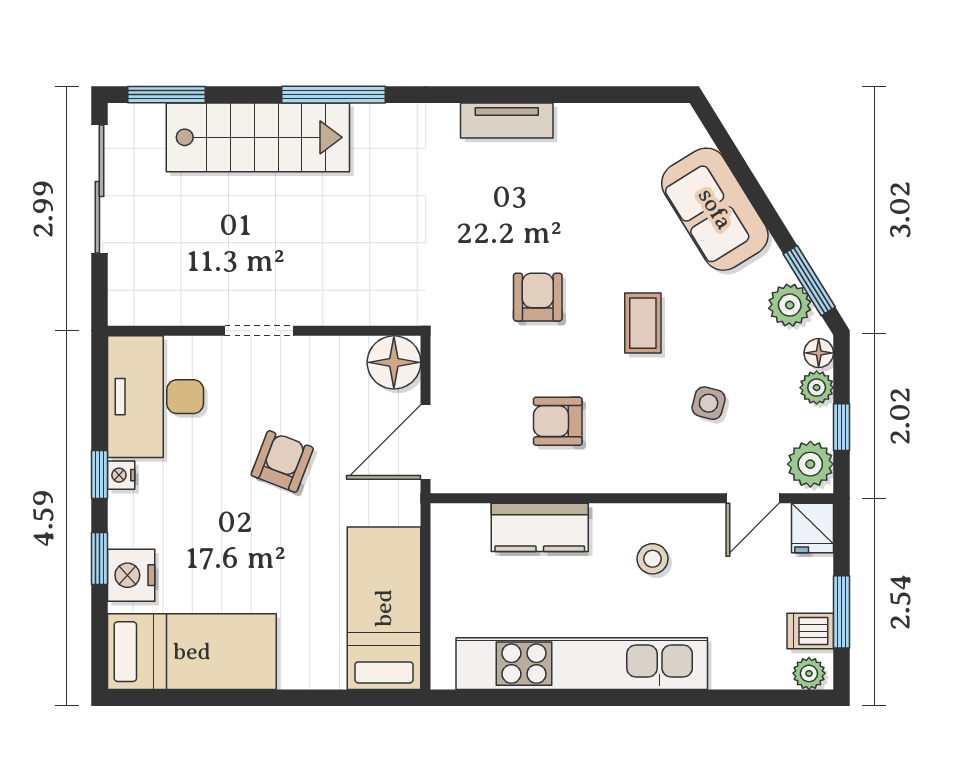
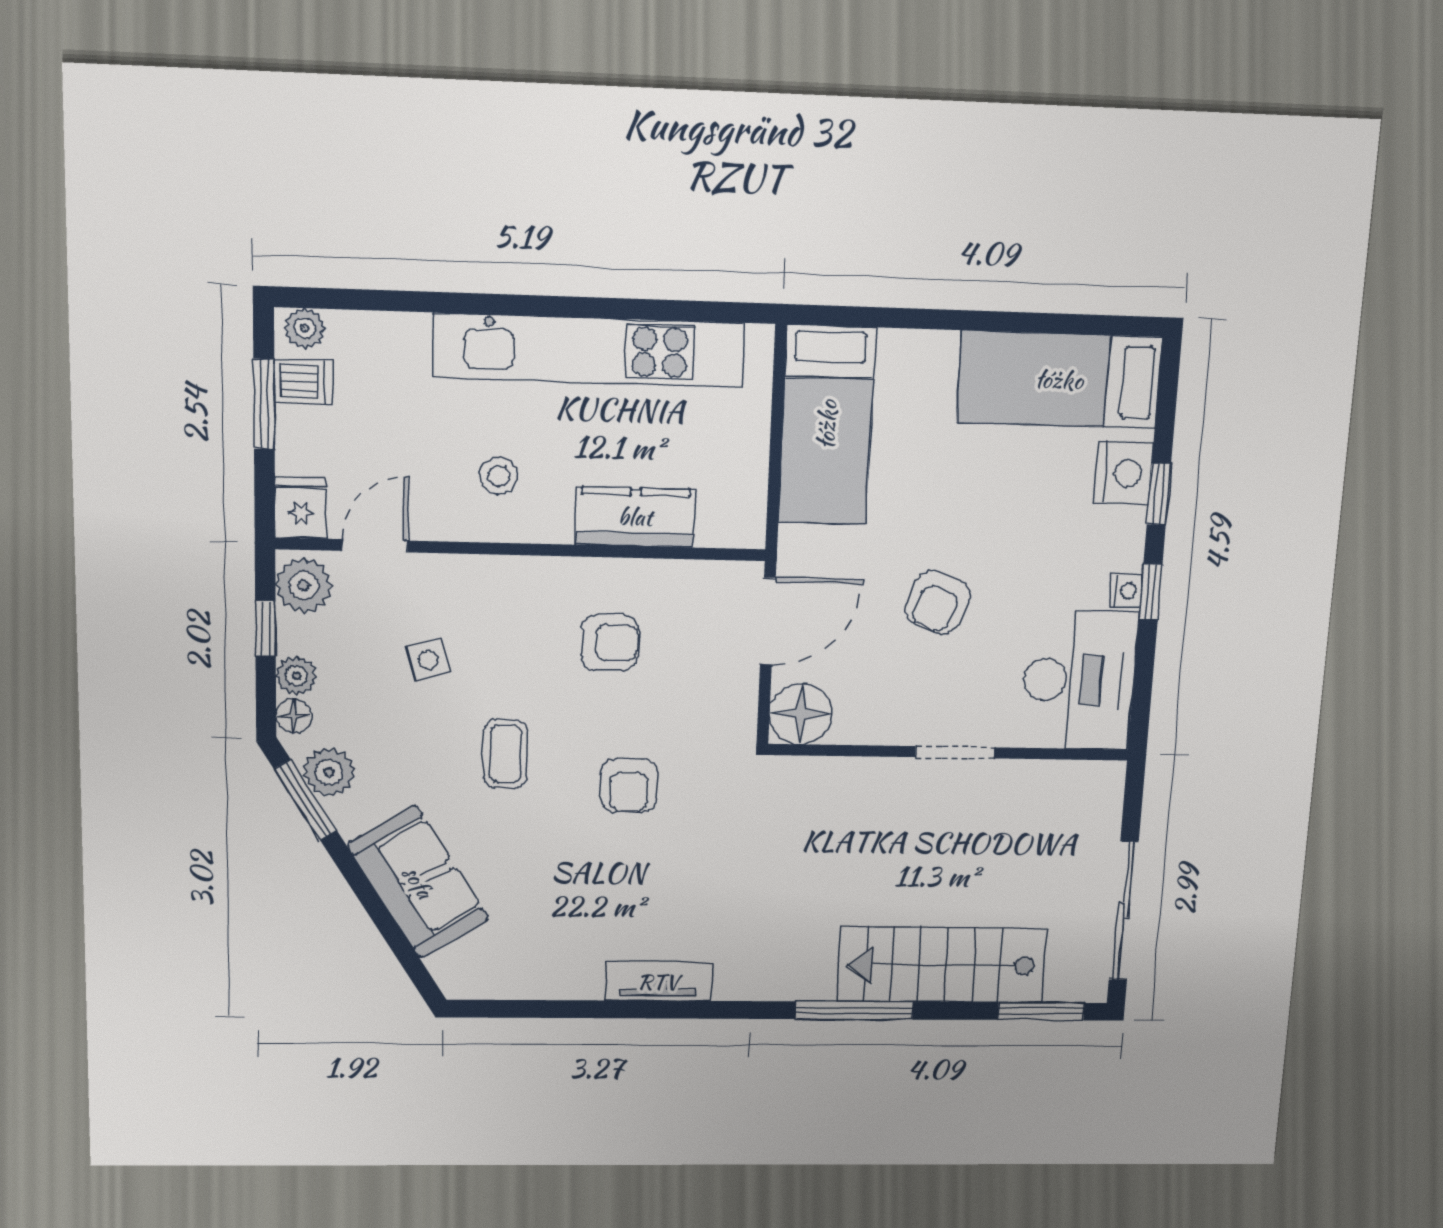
side table: (709, 403) -> (428, 660), turned -31

